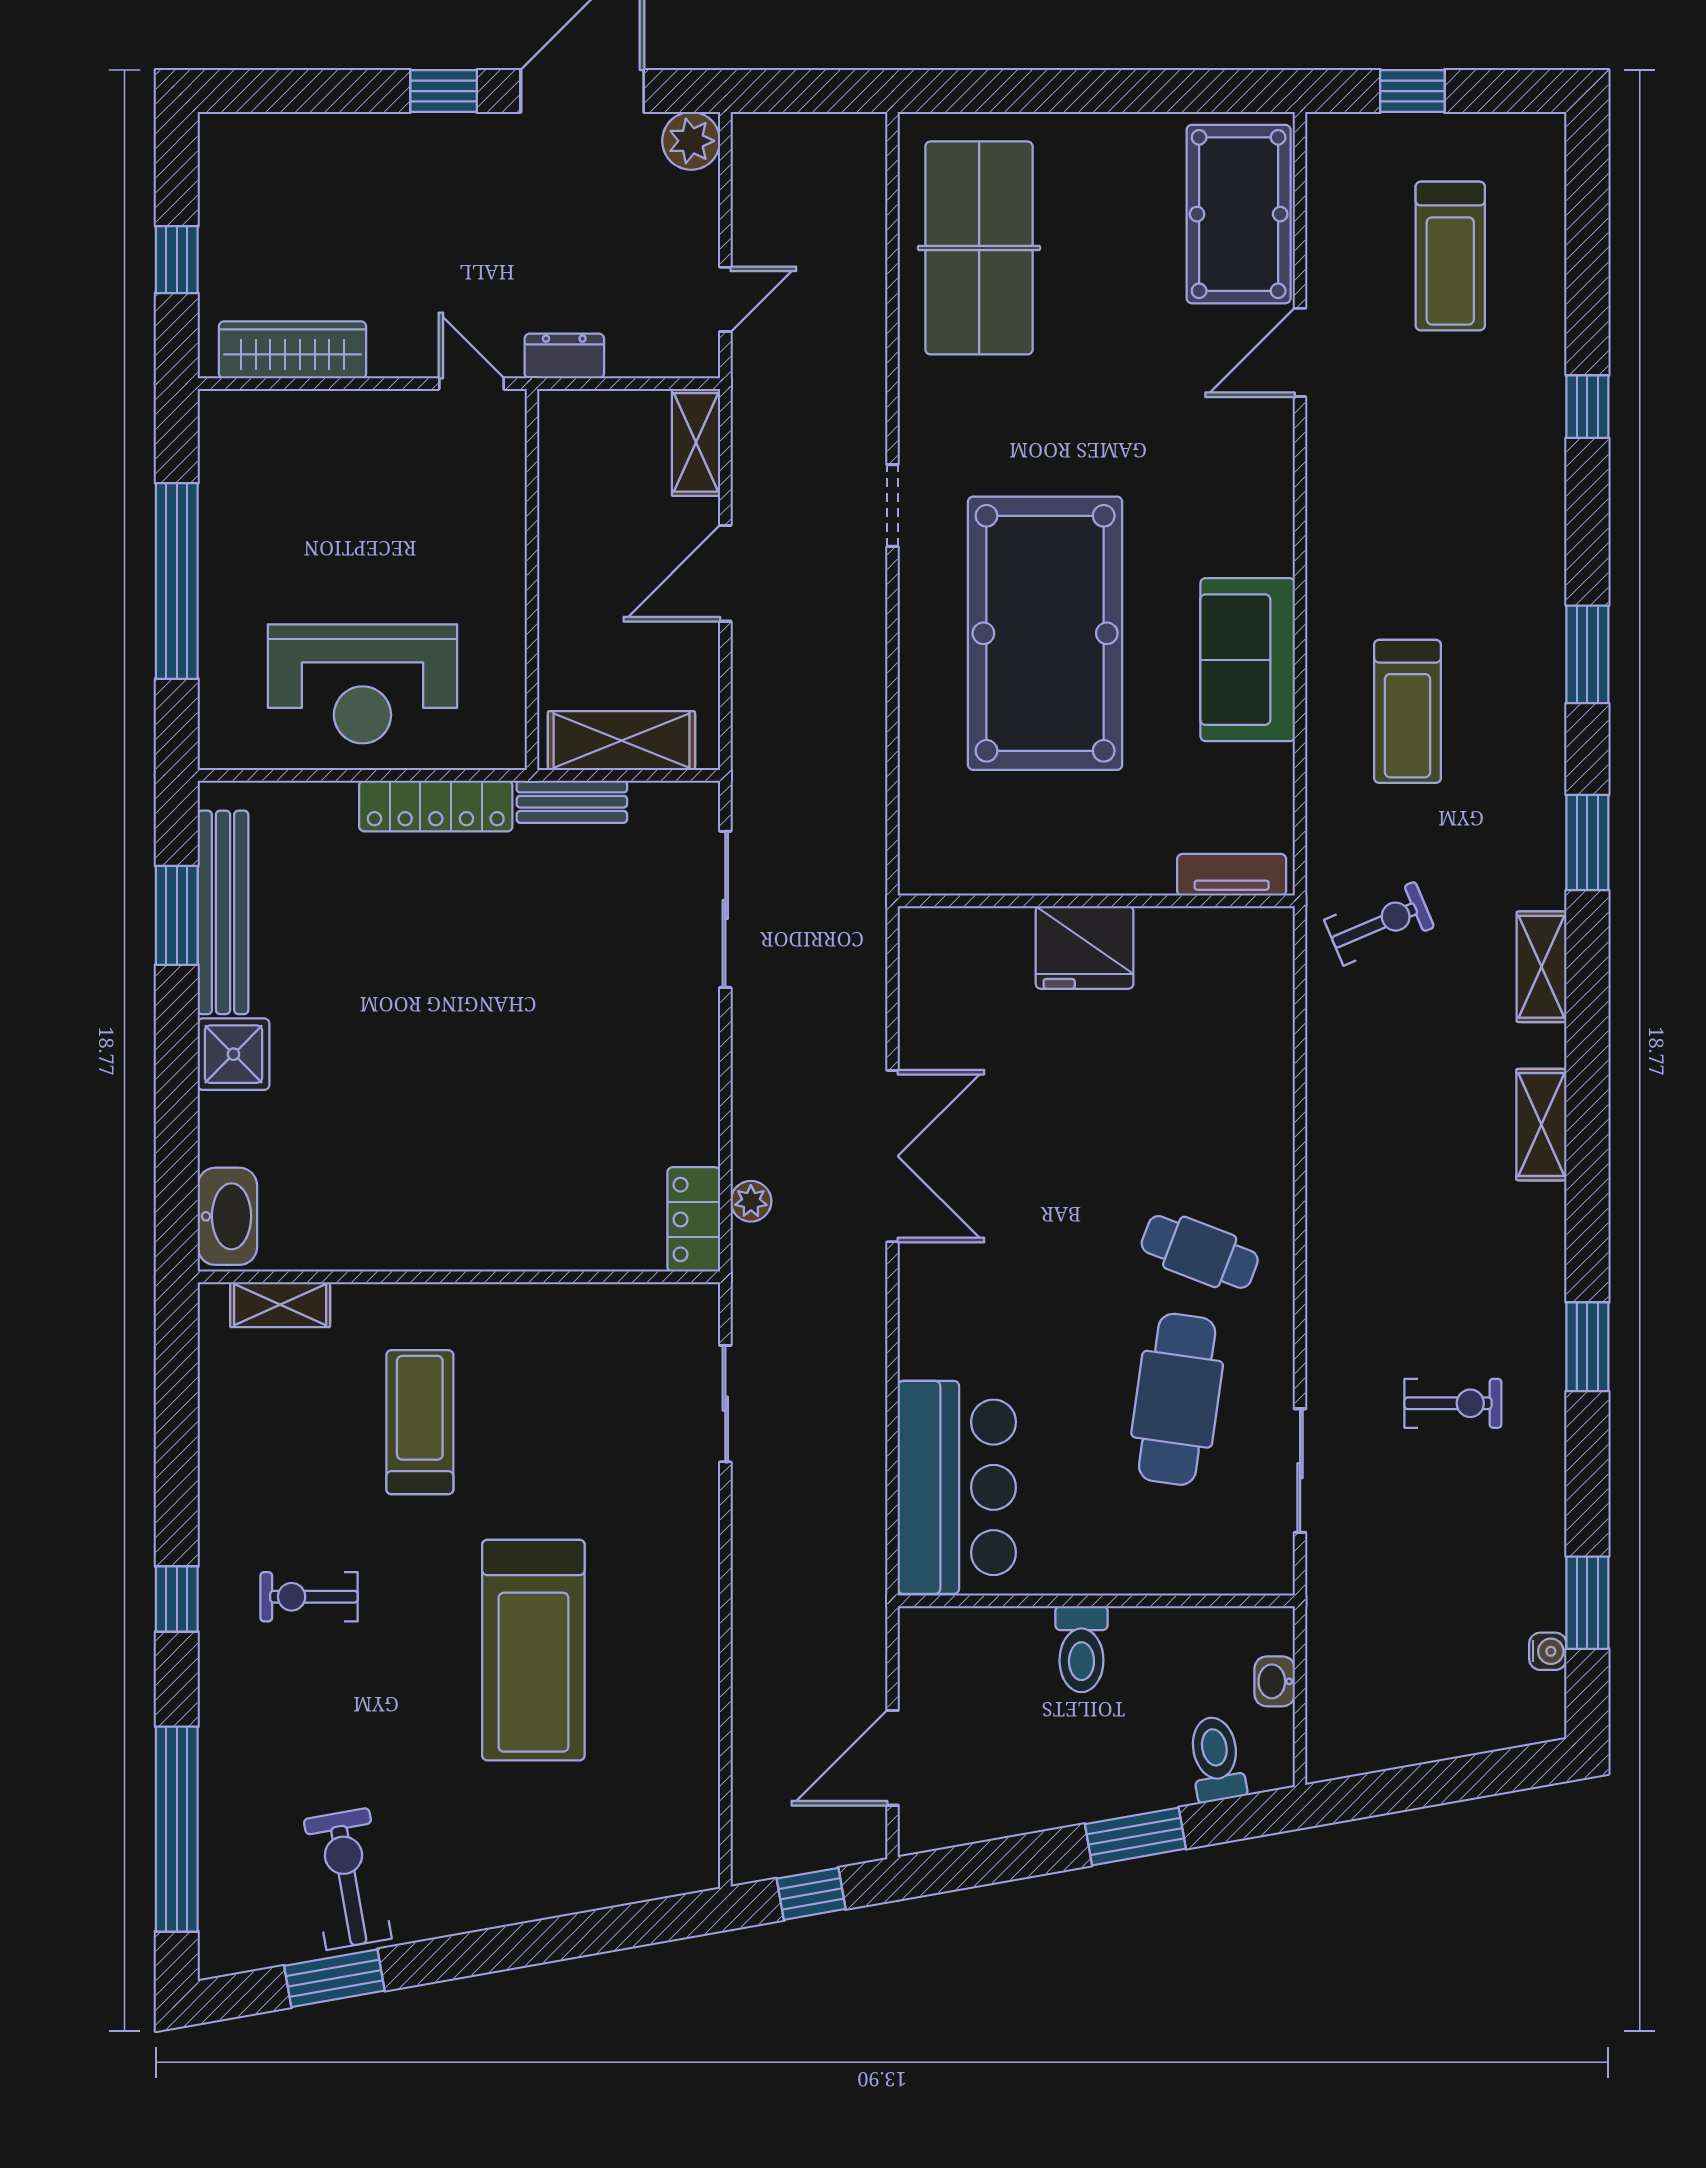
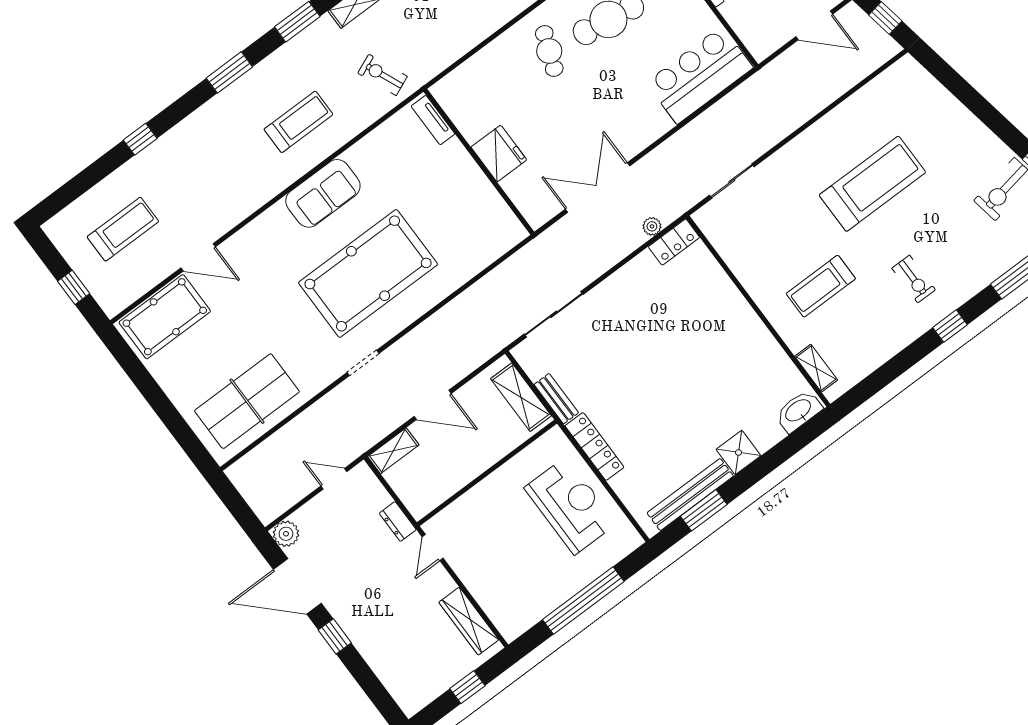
tv unit: (1232, 875) -> (433, 120), moved
wall: (1096, 901) -> (479, 162), moved
fridge: (1085, 947) -> (499, 153), moved

